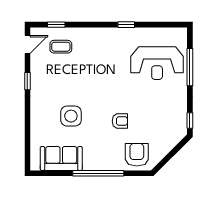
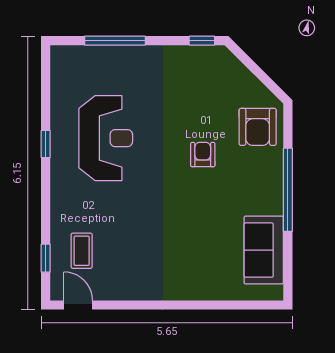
reception desk: (157, 63) -> (106, 138), moved
window: (27, 81) -> (138, 305), removed
side table: (71, 116) -> (195, 234), removed
armchair: (137, 155) -> (258, 127), turned -90

